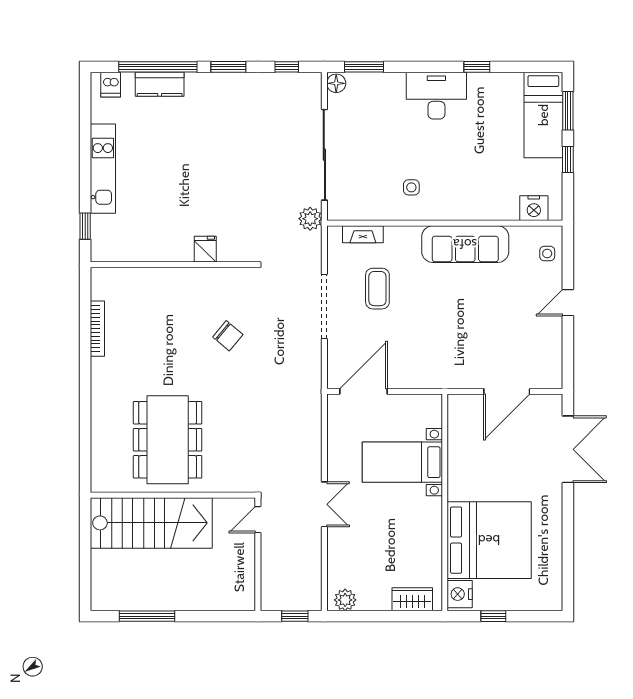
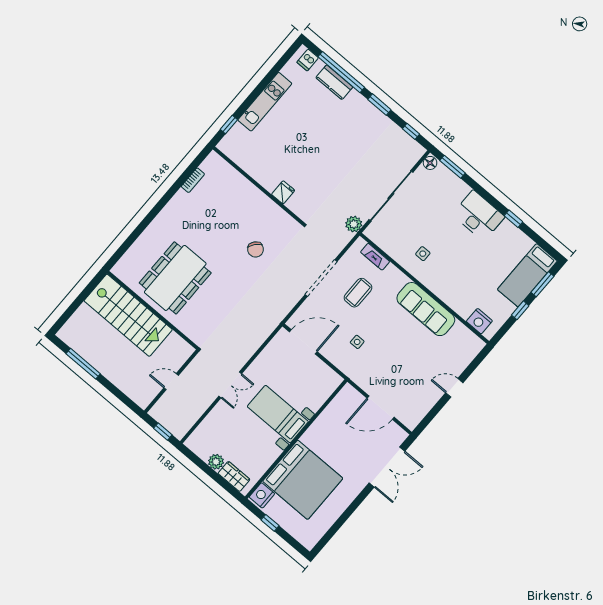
side table: (547, 254) -> (357, 342), moved
bookcase: (97, 329) -> (193, 180), width x0.64
bed with nightstands: (402, 462) -> (278, 414), moved
door: (258, 520) -> (171, 382), moved
plant: (345, 600) -> (216, 462), moved

